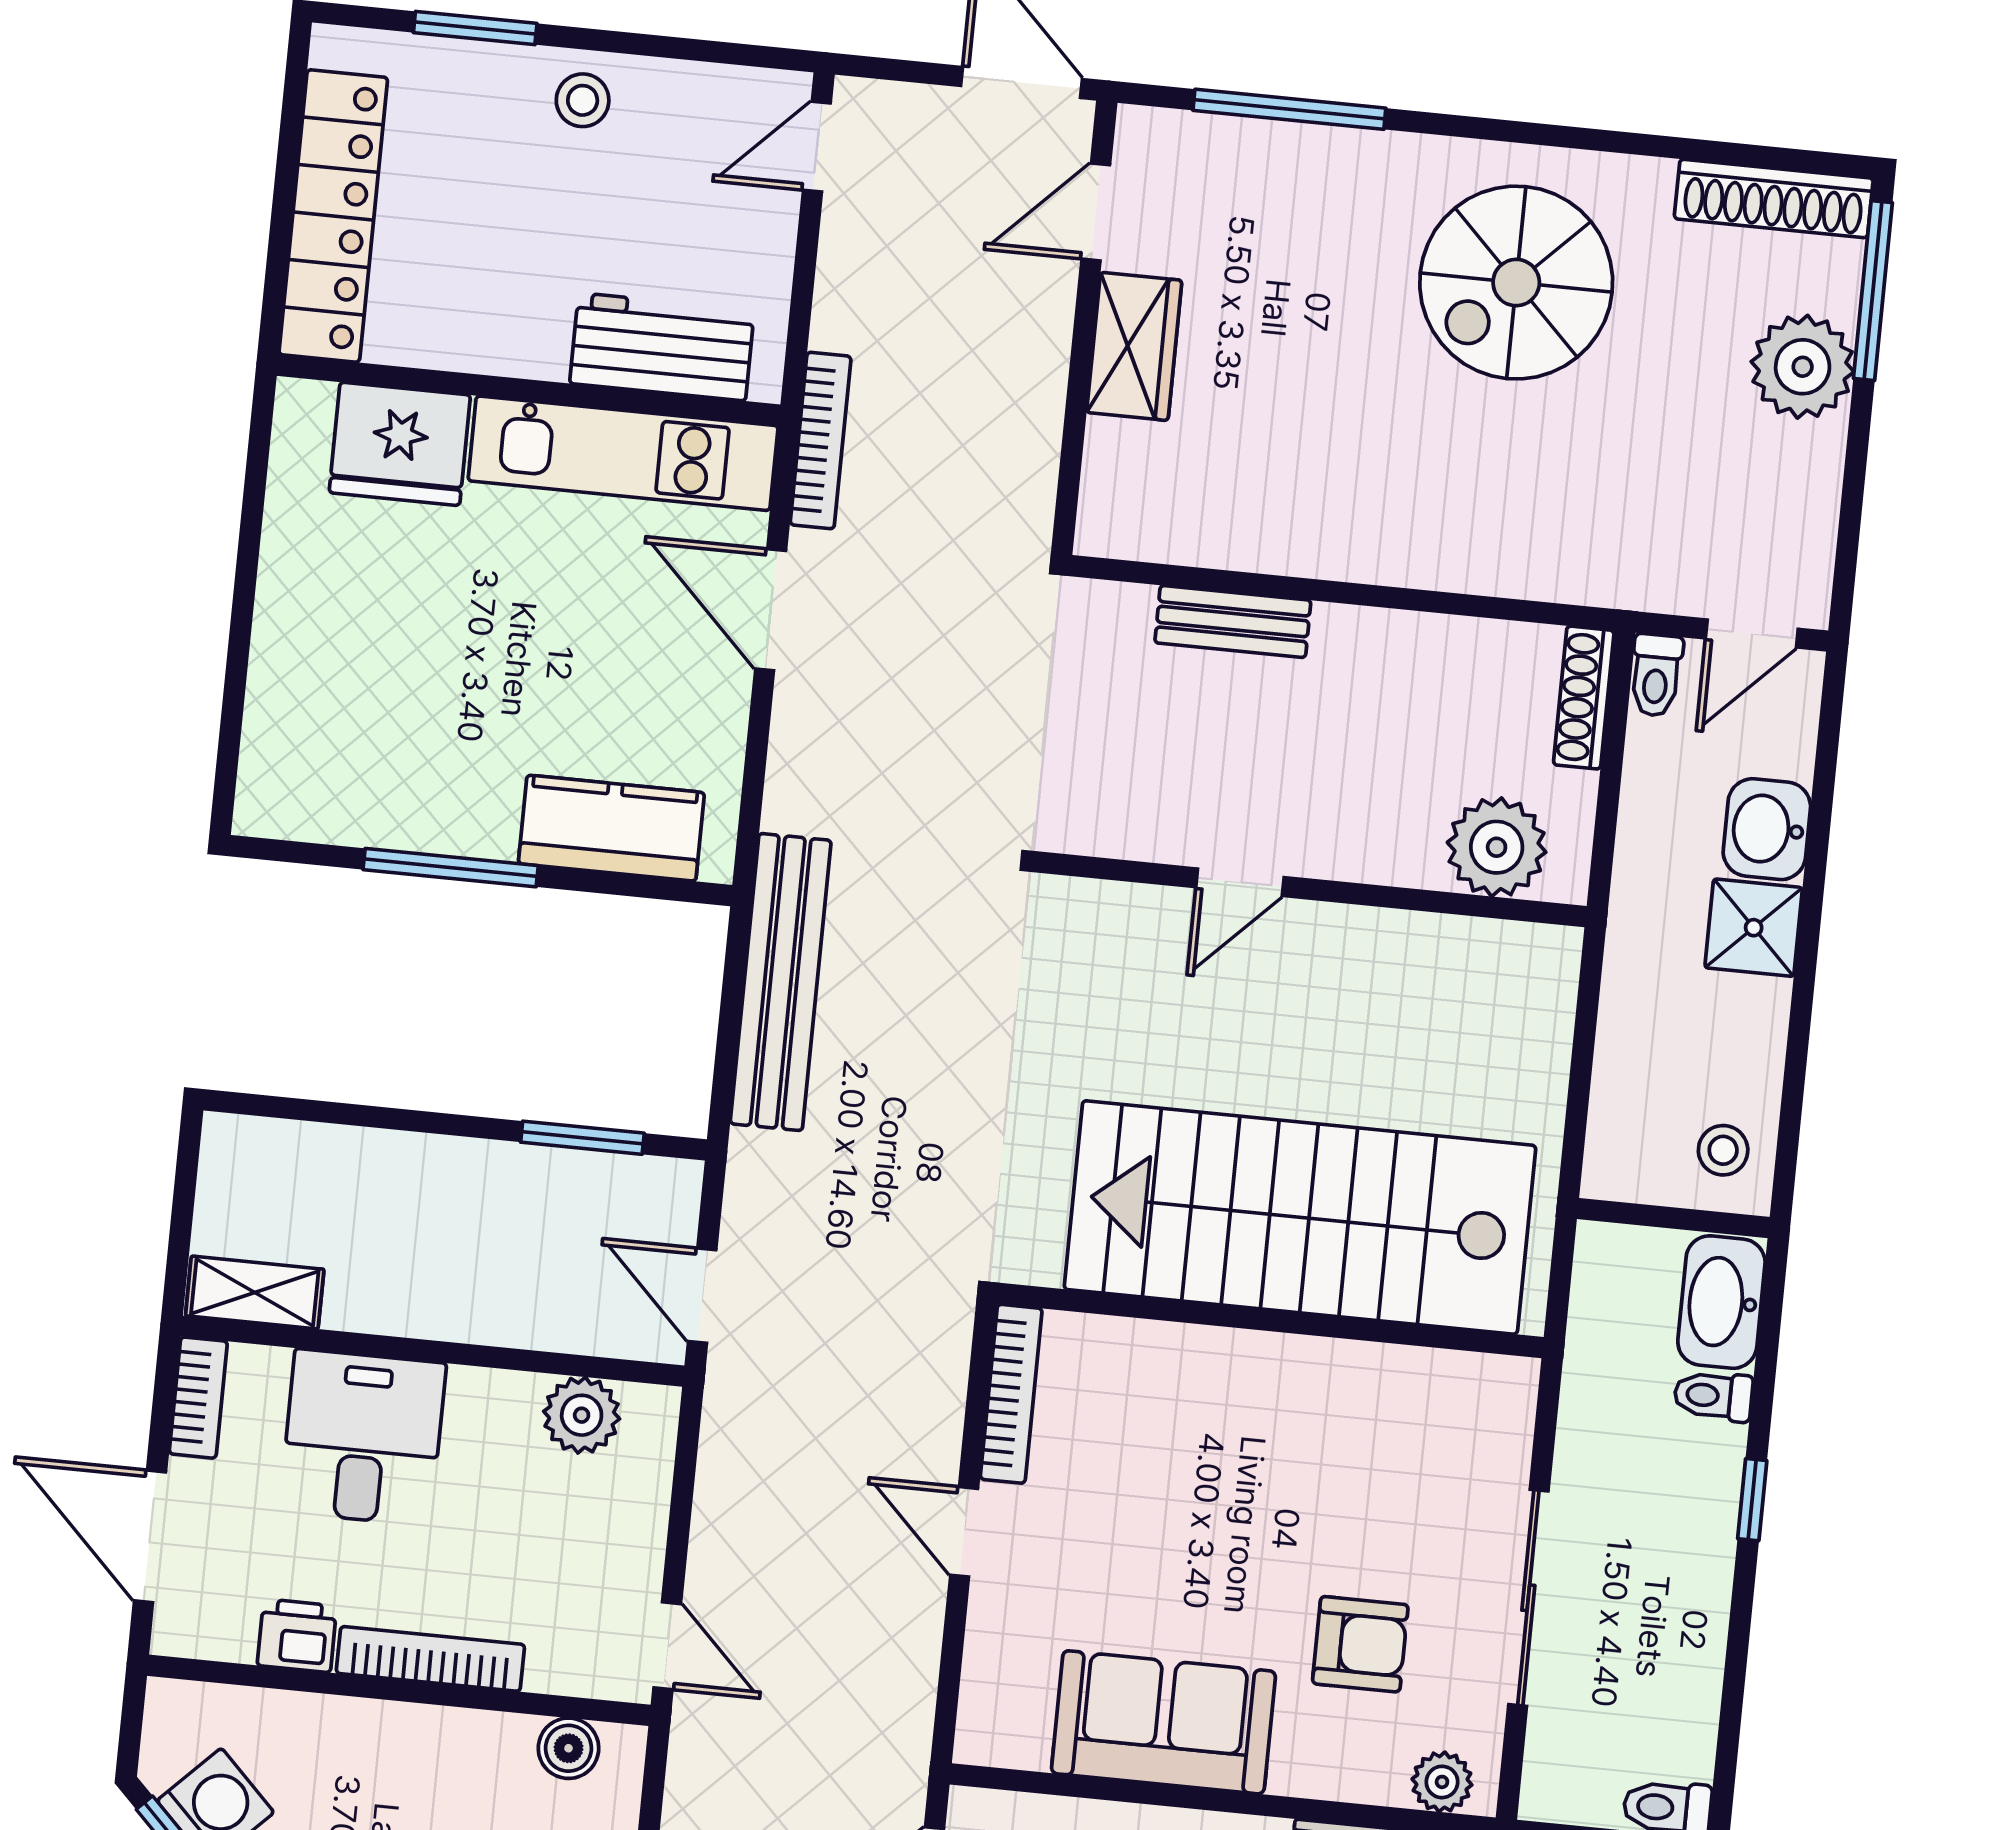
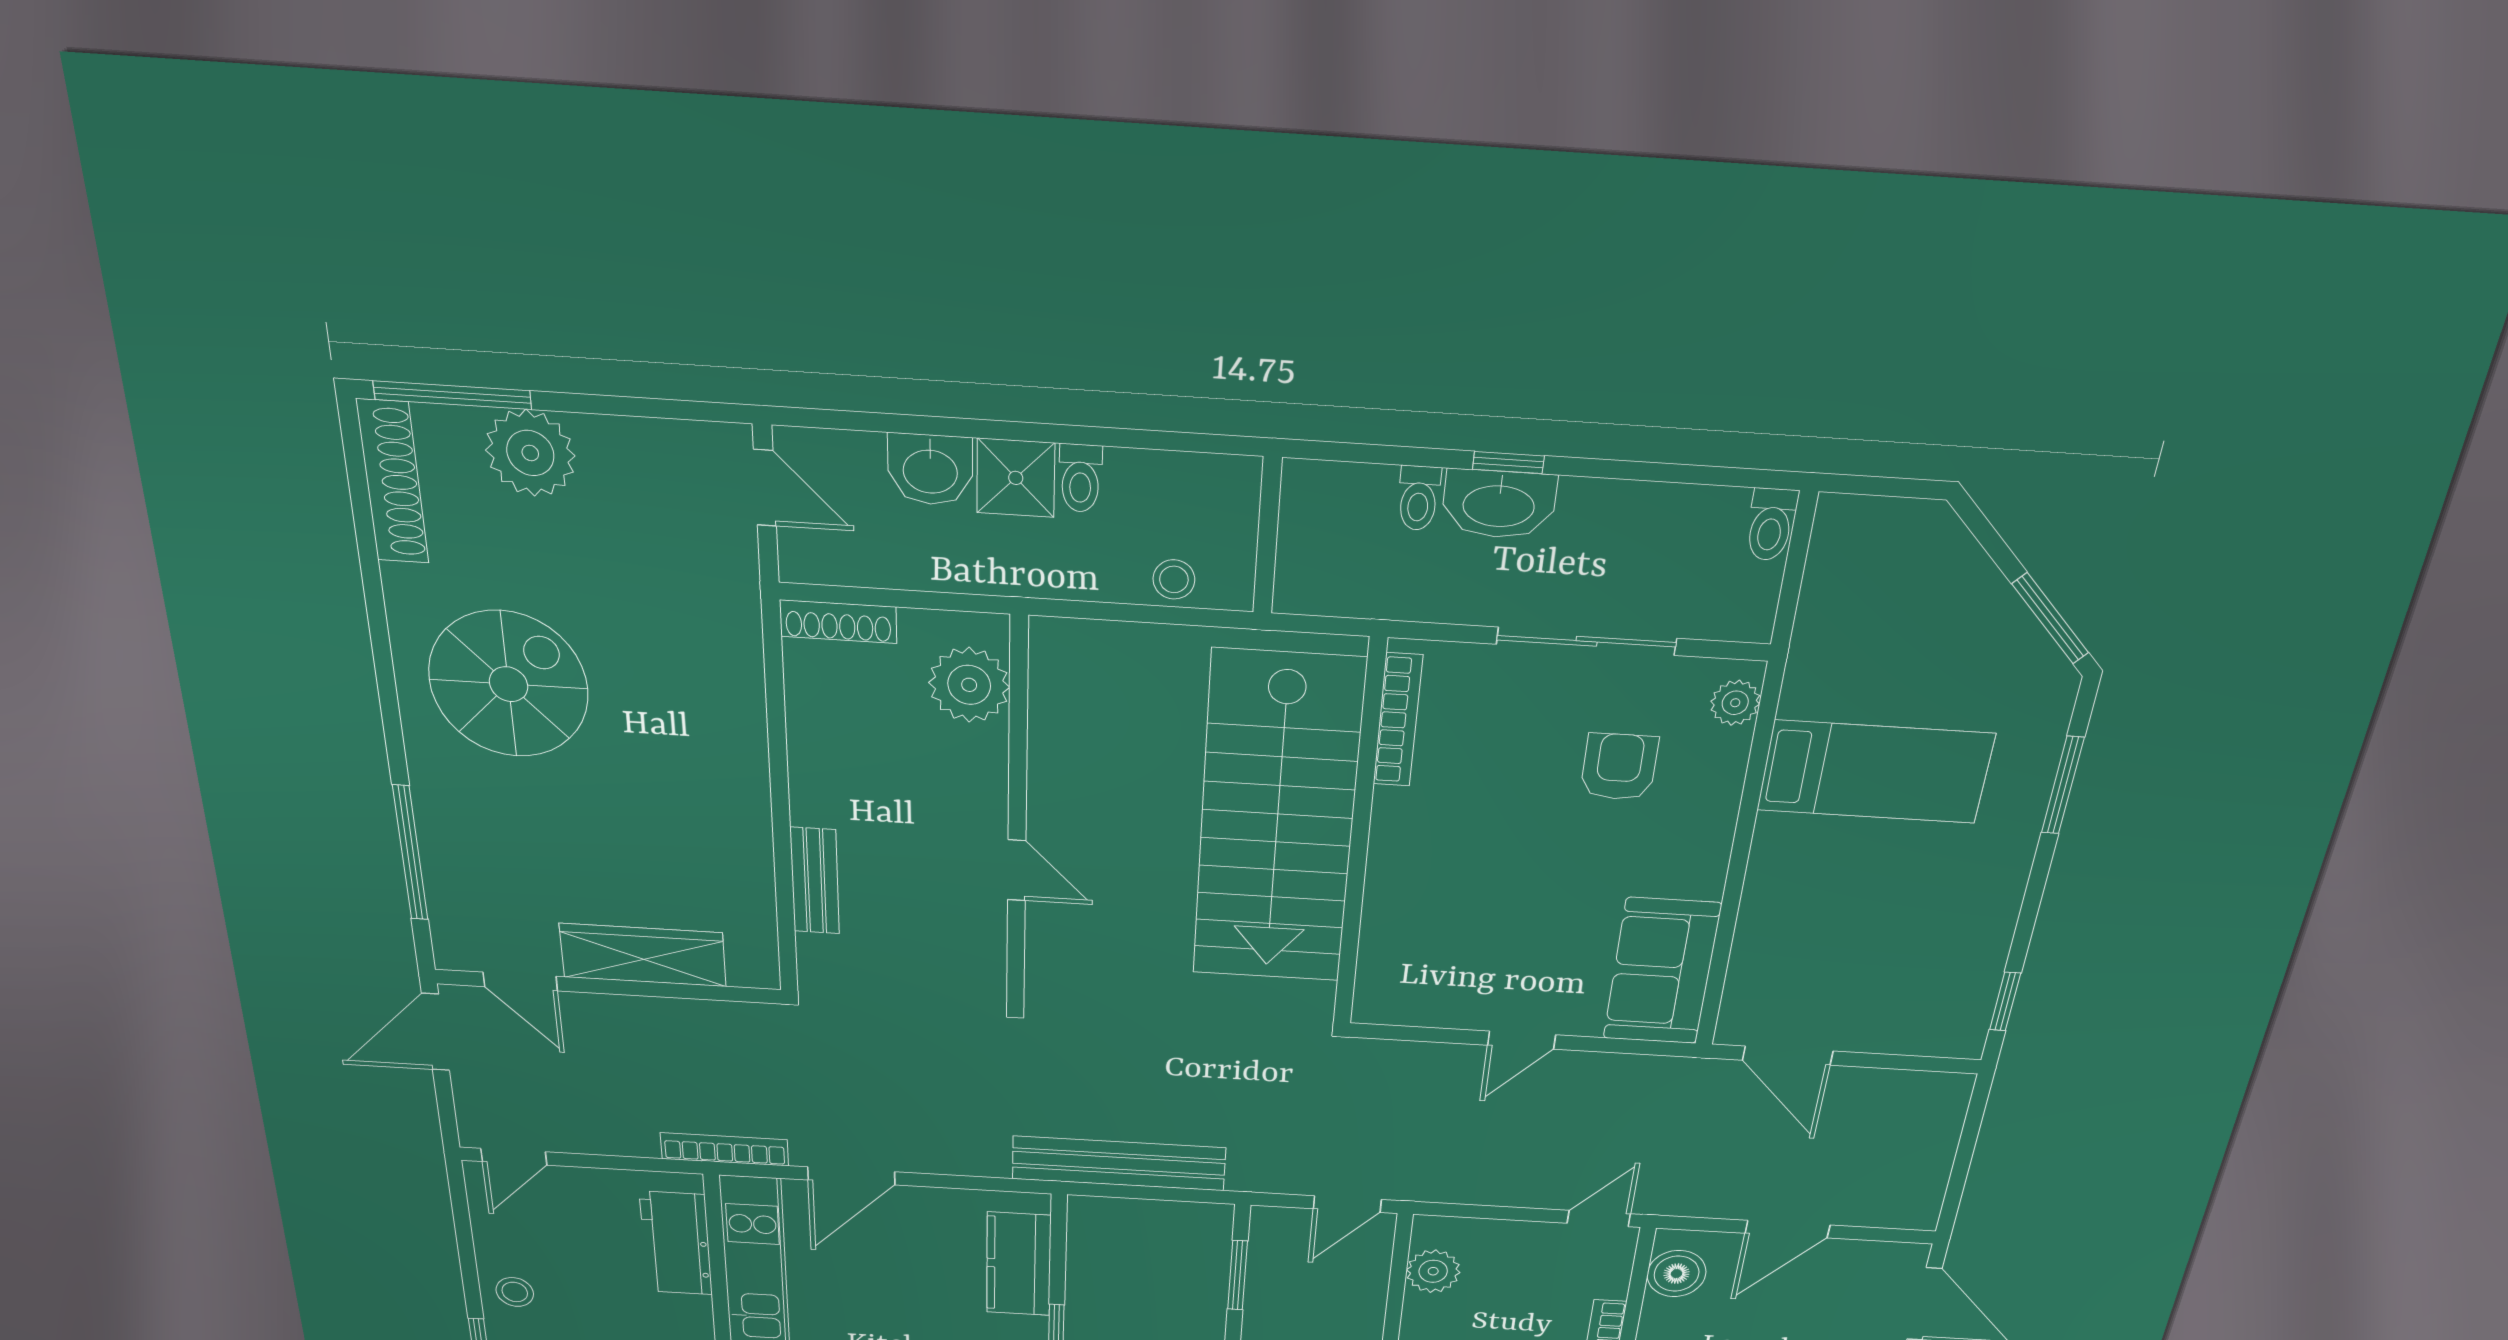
door: (817, 147) -> (514, 1157), hinge flipped
spiral stairs: (1516, 283) -> (509, 684), turned -90
wardrobe: (1134, 346) -> (643, 955), width x1.50
toilet: (1656, 675) -> (1080, 478), moved, turned 90
stool: (1723, 1150) -> (1174, 579), moved
washbasin: (1721, 1302) -> (1499, 504), moved
bookcase: (1011, 1394) -> (1398, 720), moved, turned 90
sofa: (1163, 1722) -> (1662, 971), moved
boiler: (569, 1748) -> (1677, 1274), width x1.36, depth x1.36

